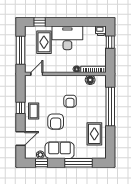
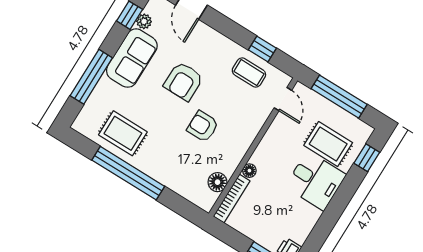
desk: (67, 38) -> (316, 181), width x0.73
window: (110, 106) -> (128, 173), moved
window: (21, 108) -> (262, 49), moved
coffee table: (34, 111) -> (249, 73), moved
armchair: (56, 122) -> (184, 81), turned -90

